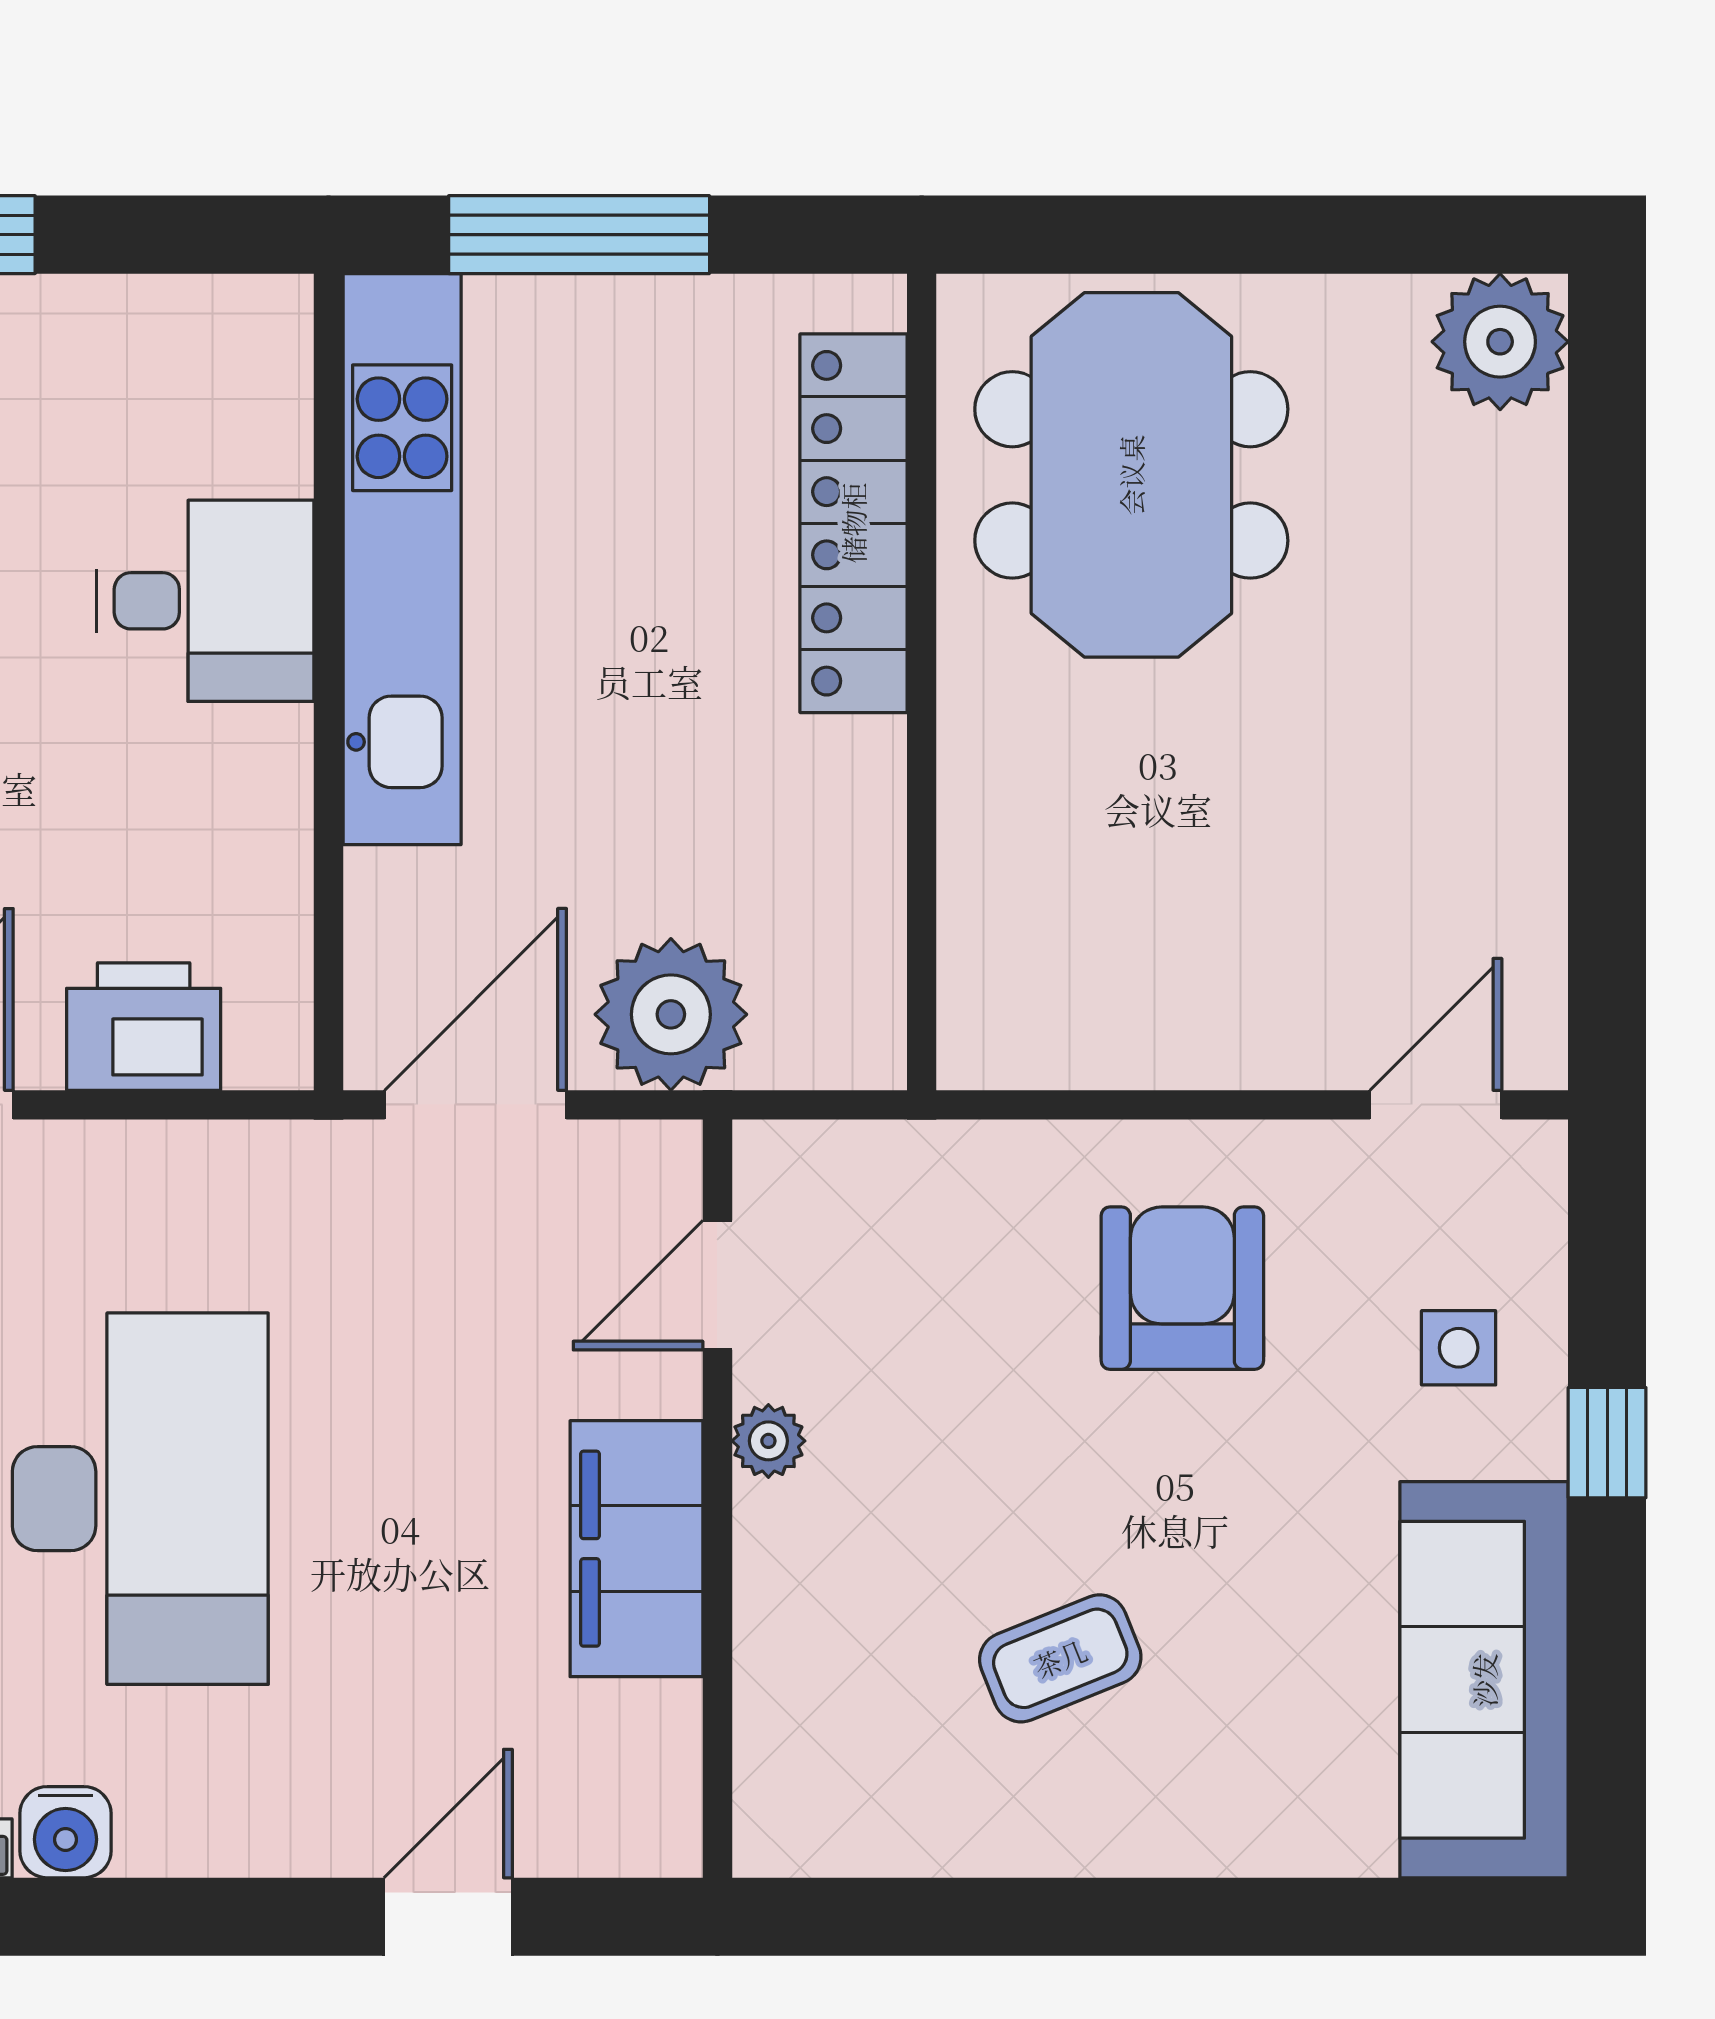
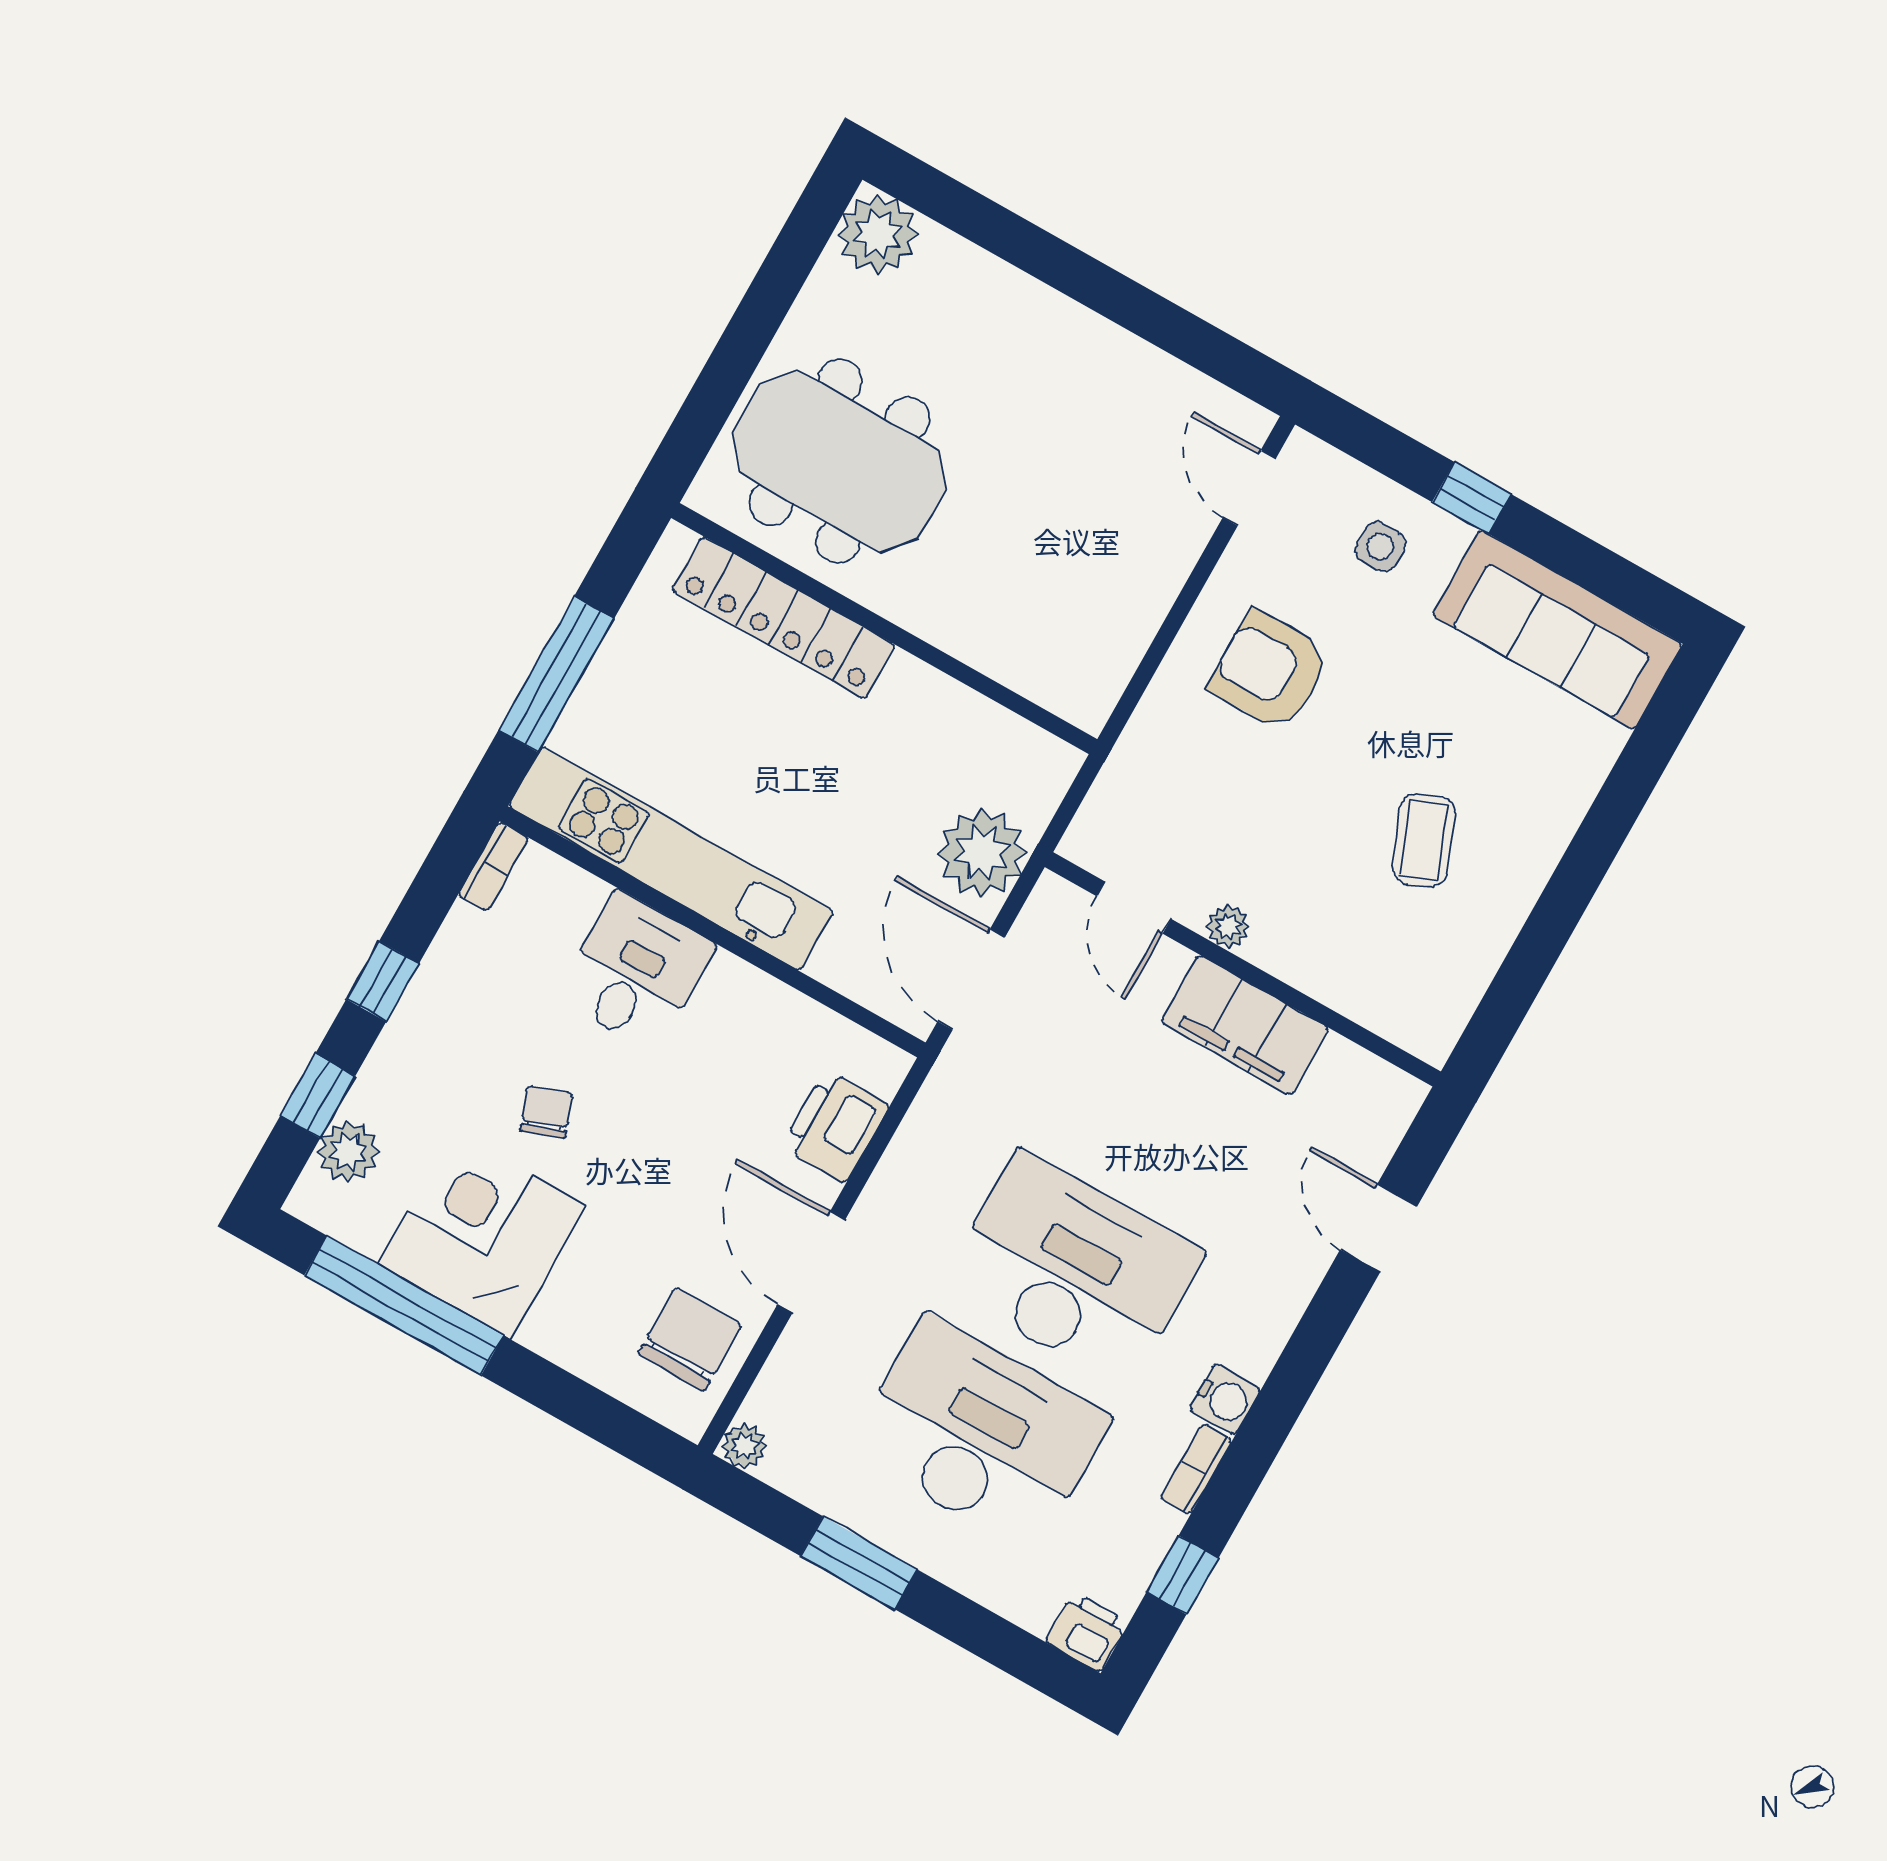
bookcase: (241, 303) -> (493, 867), added

